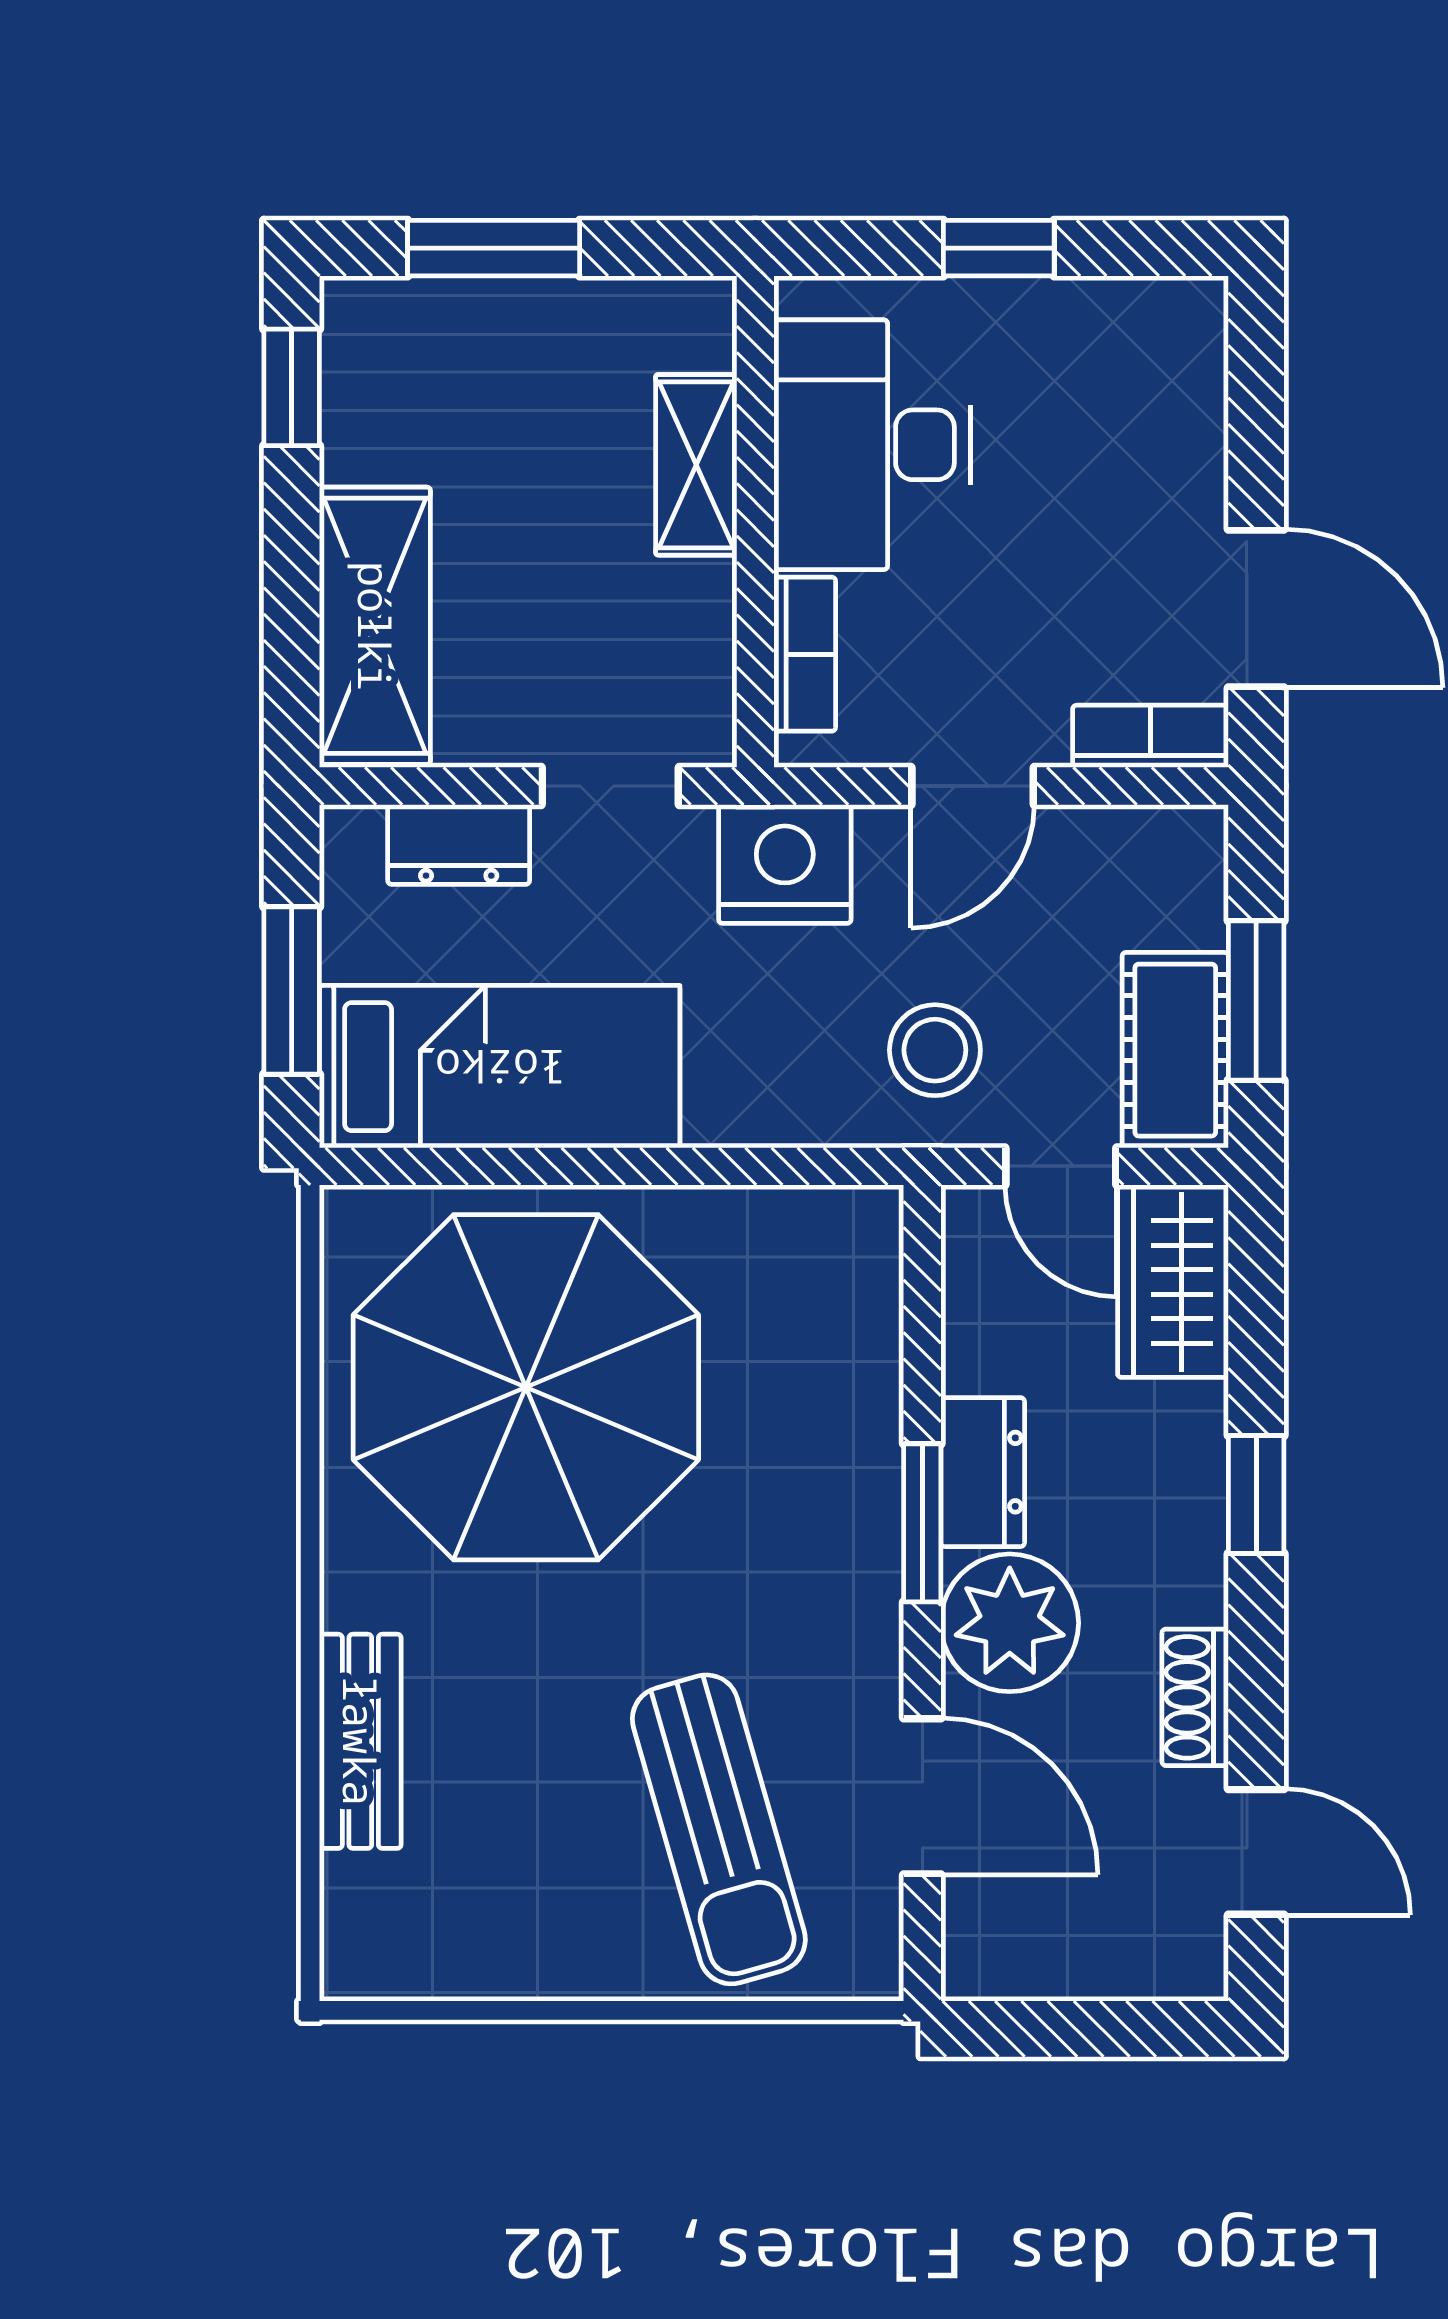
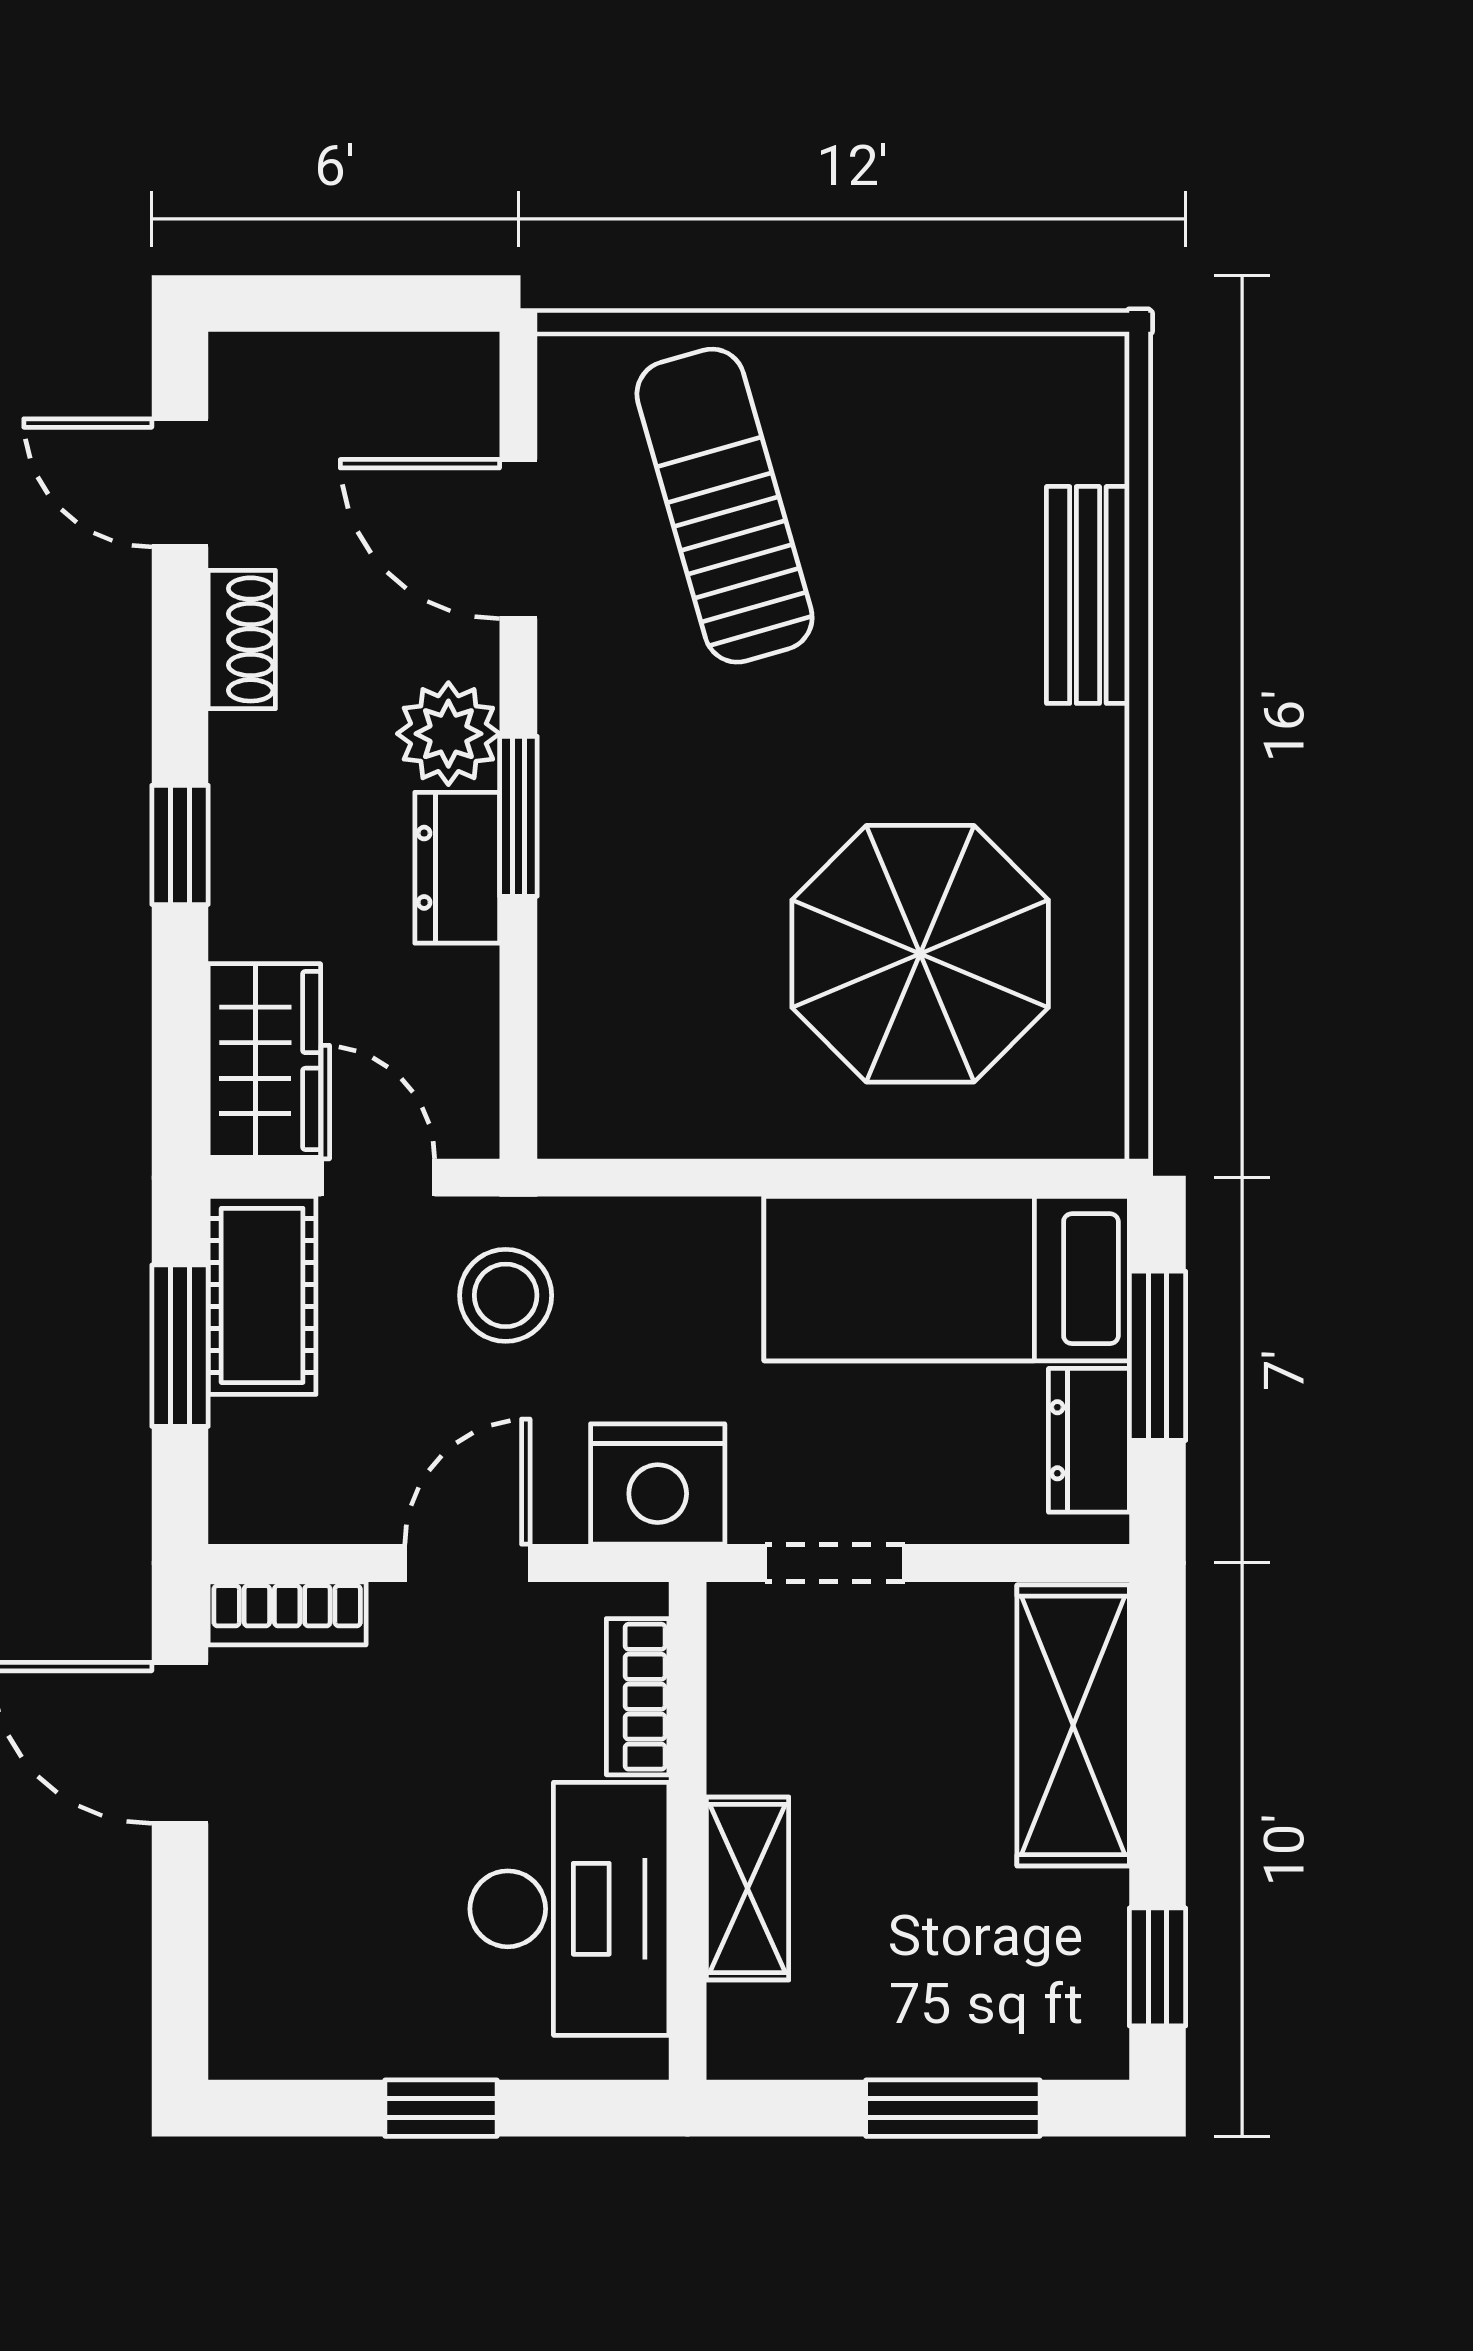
dresser: (459, 844) -> (1089, 1440), moved, turned -90
parasol: (526, 1387) -> (920, 954), width x0.73, depth x0.73
plant: (1010, 1623) -> (448, 734), width x0.73, depth x0.73

